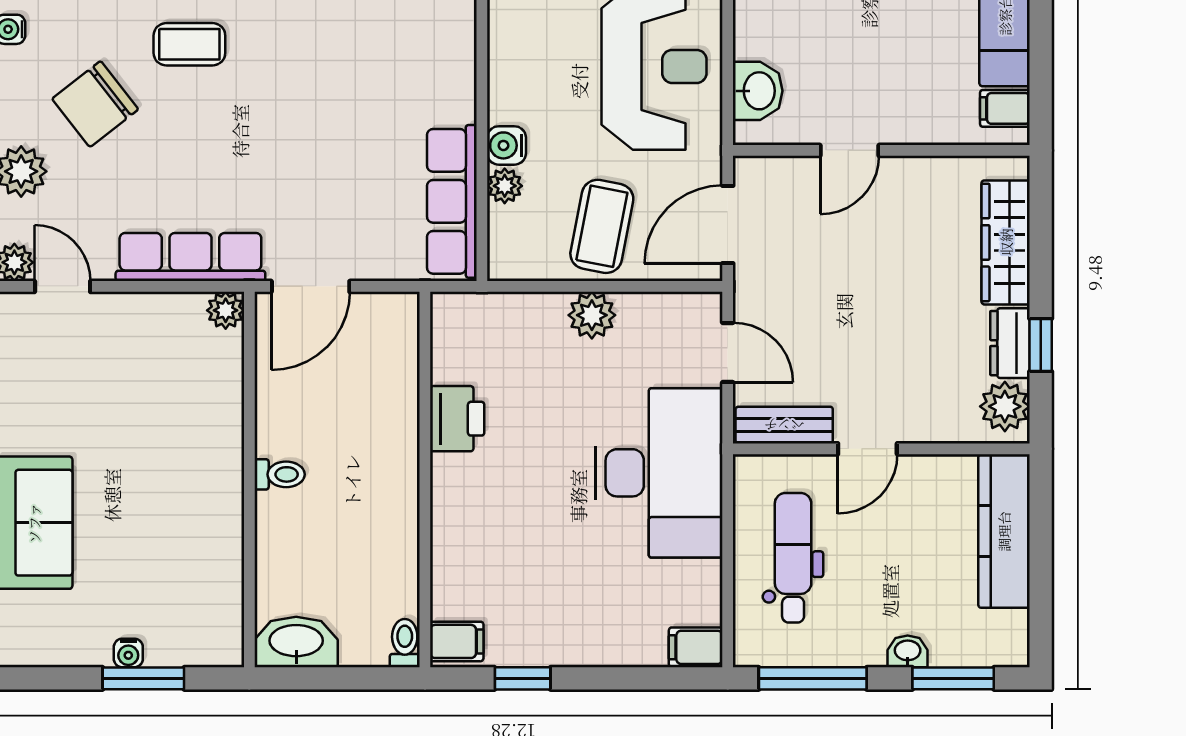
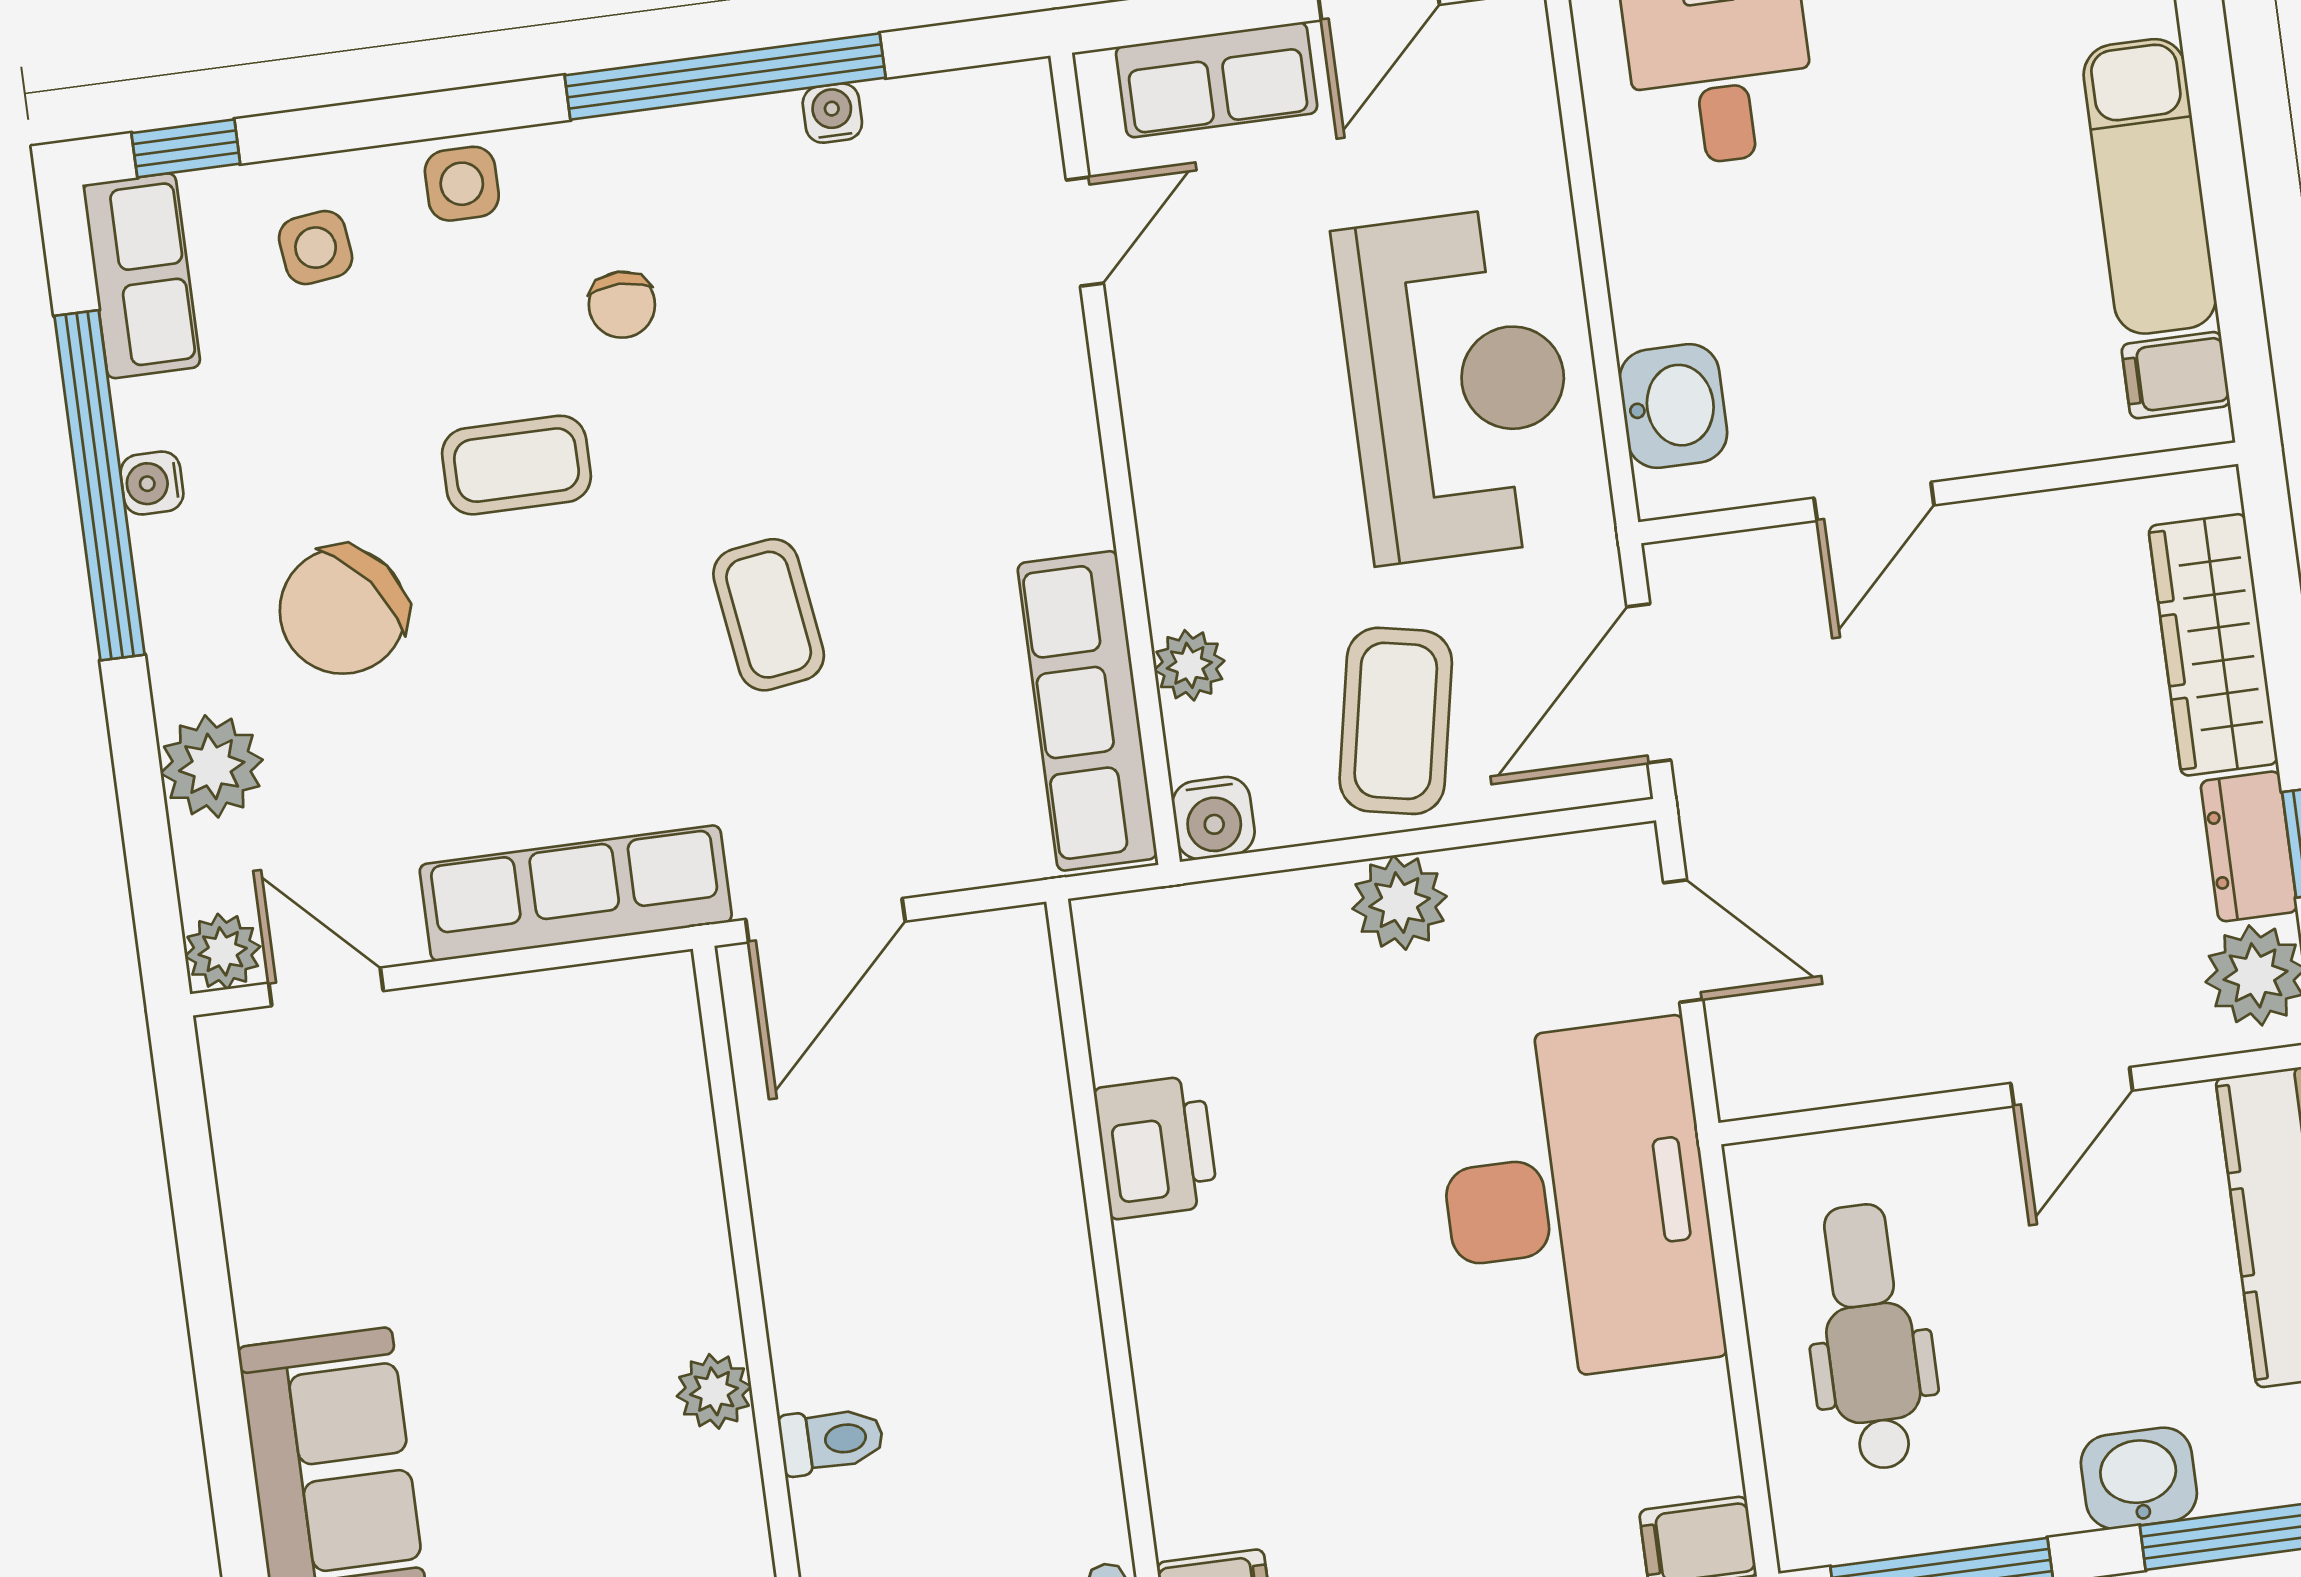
coffee table: (303, 134) -> (769, 615), added
water cooler: (507, 145) -> (1213, 818), moved, turned -90
plant: (226, 310) -> (714, 1391), moved
bench: (784, 425) -> (1816, 1072), removed
door: (867, 449) -> (2072, 1087), moved
toilet: (280, 474) -> (831, 1440), moved
washbasin: (908, 651) -> (2139, 1478), width x1.38, depth x1.45

